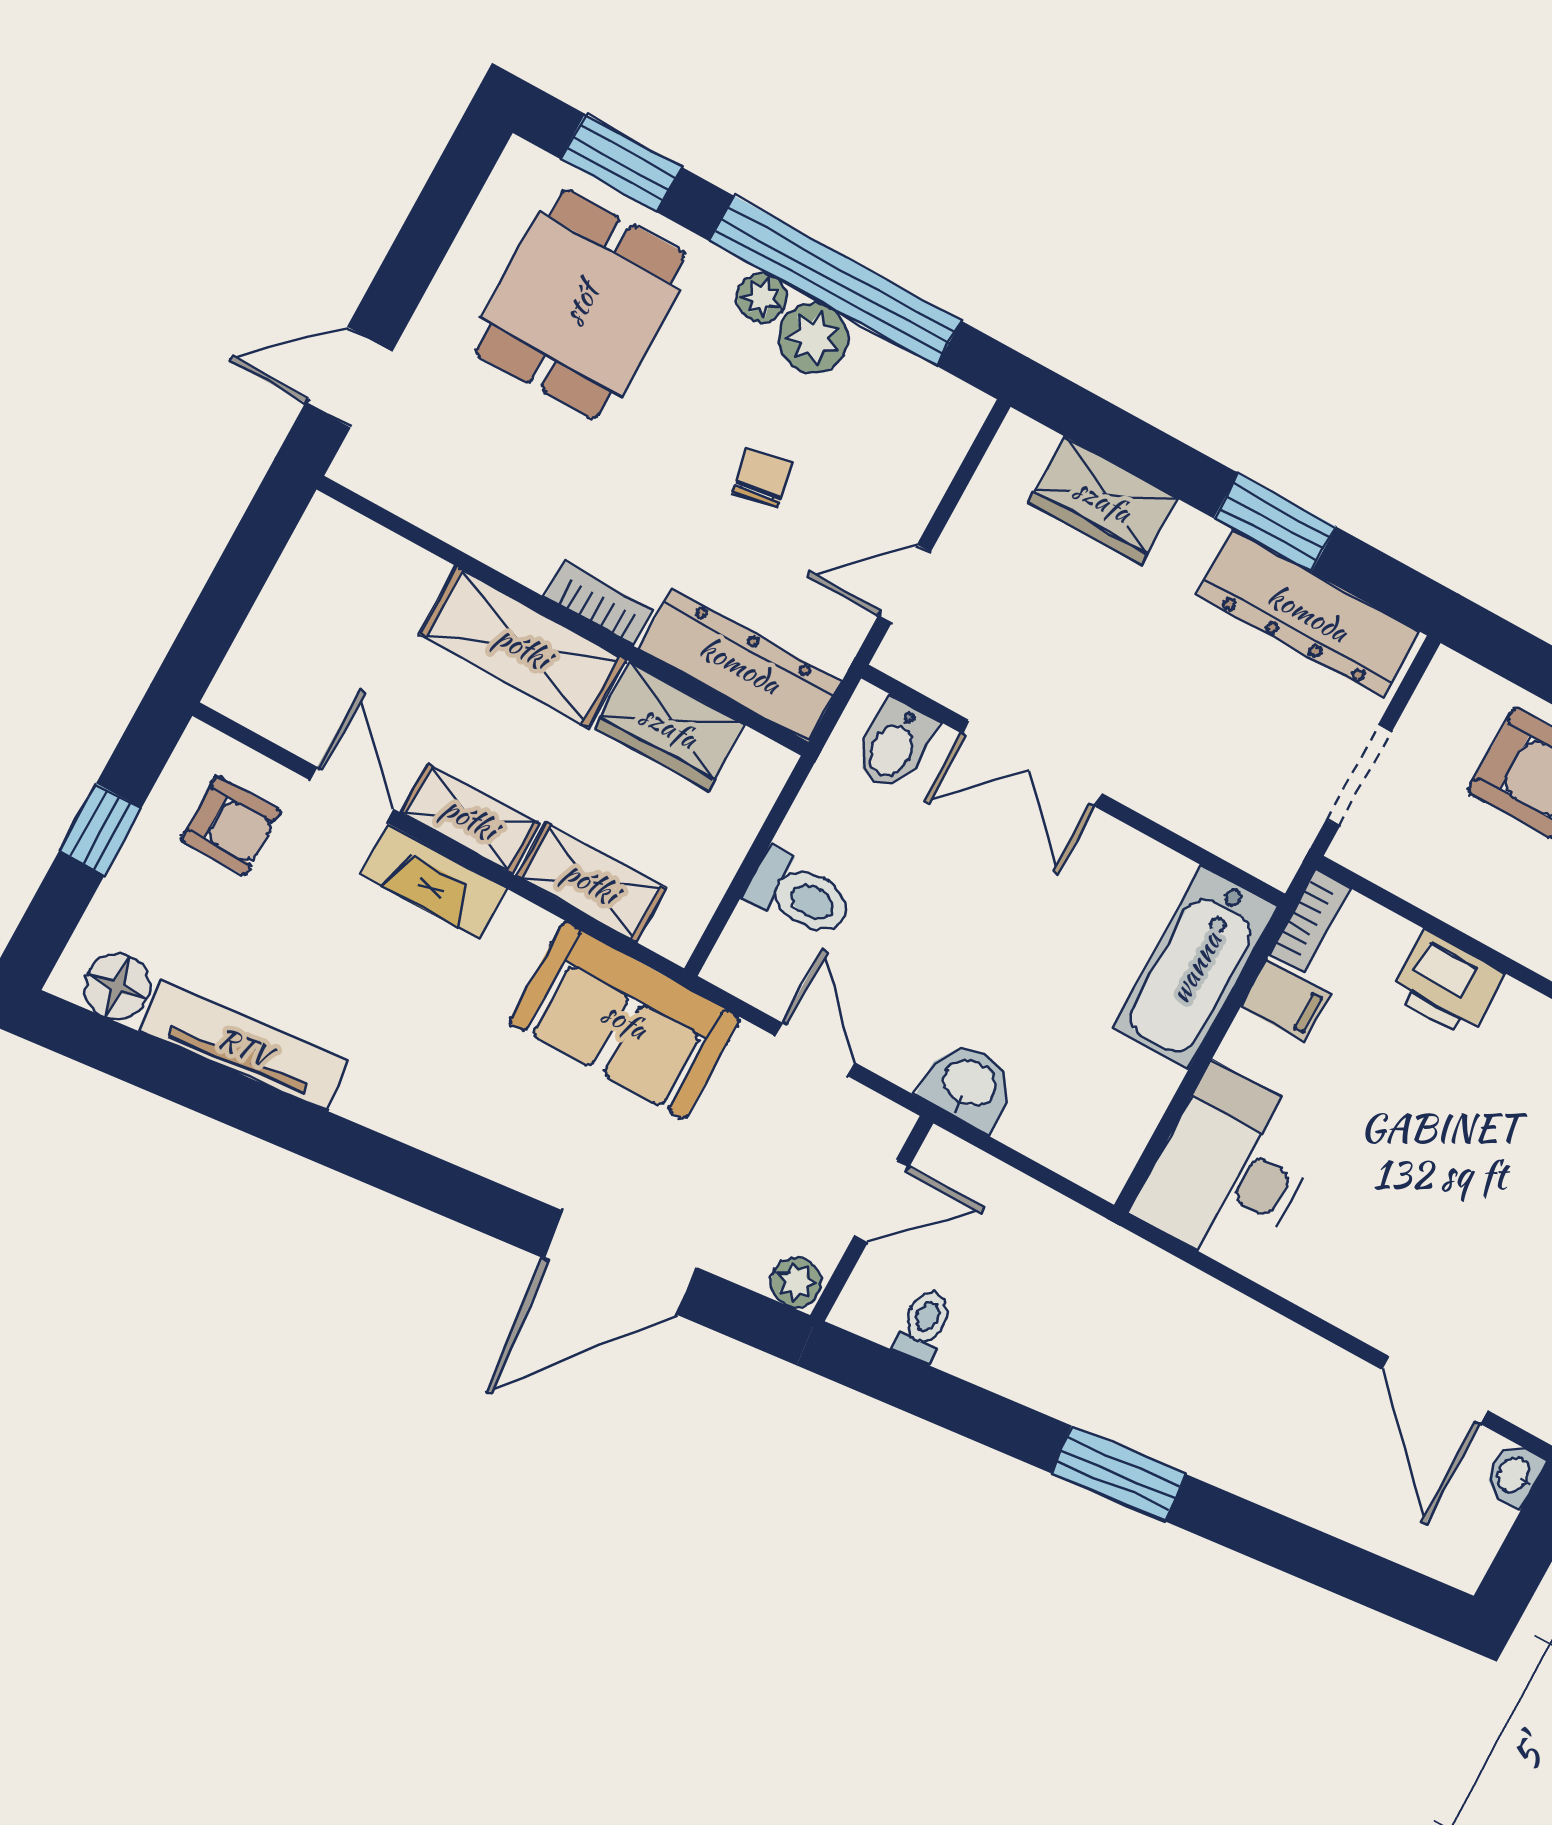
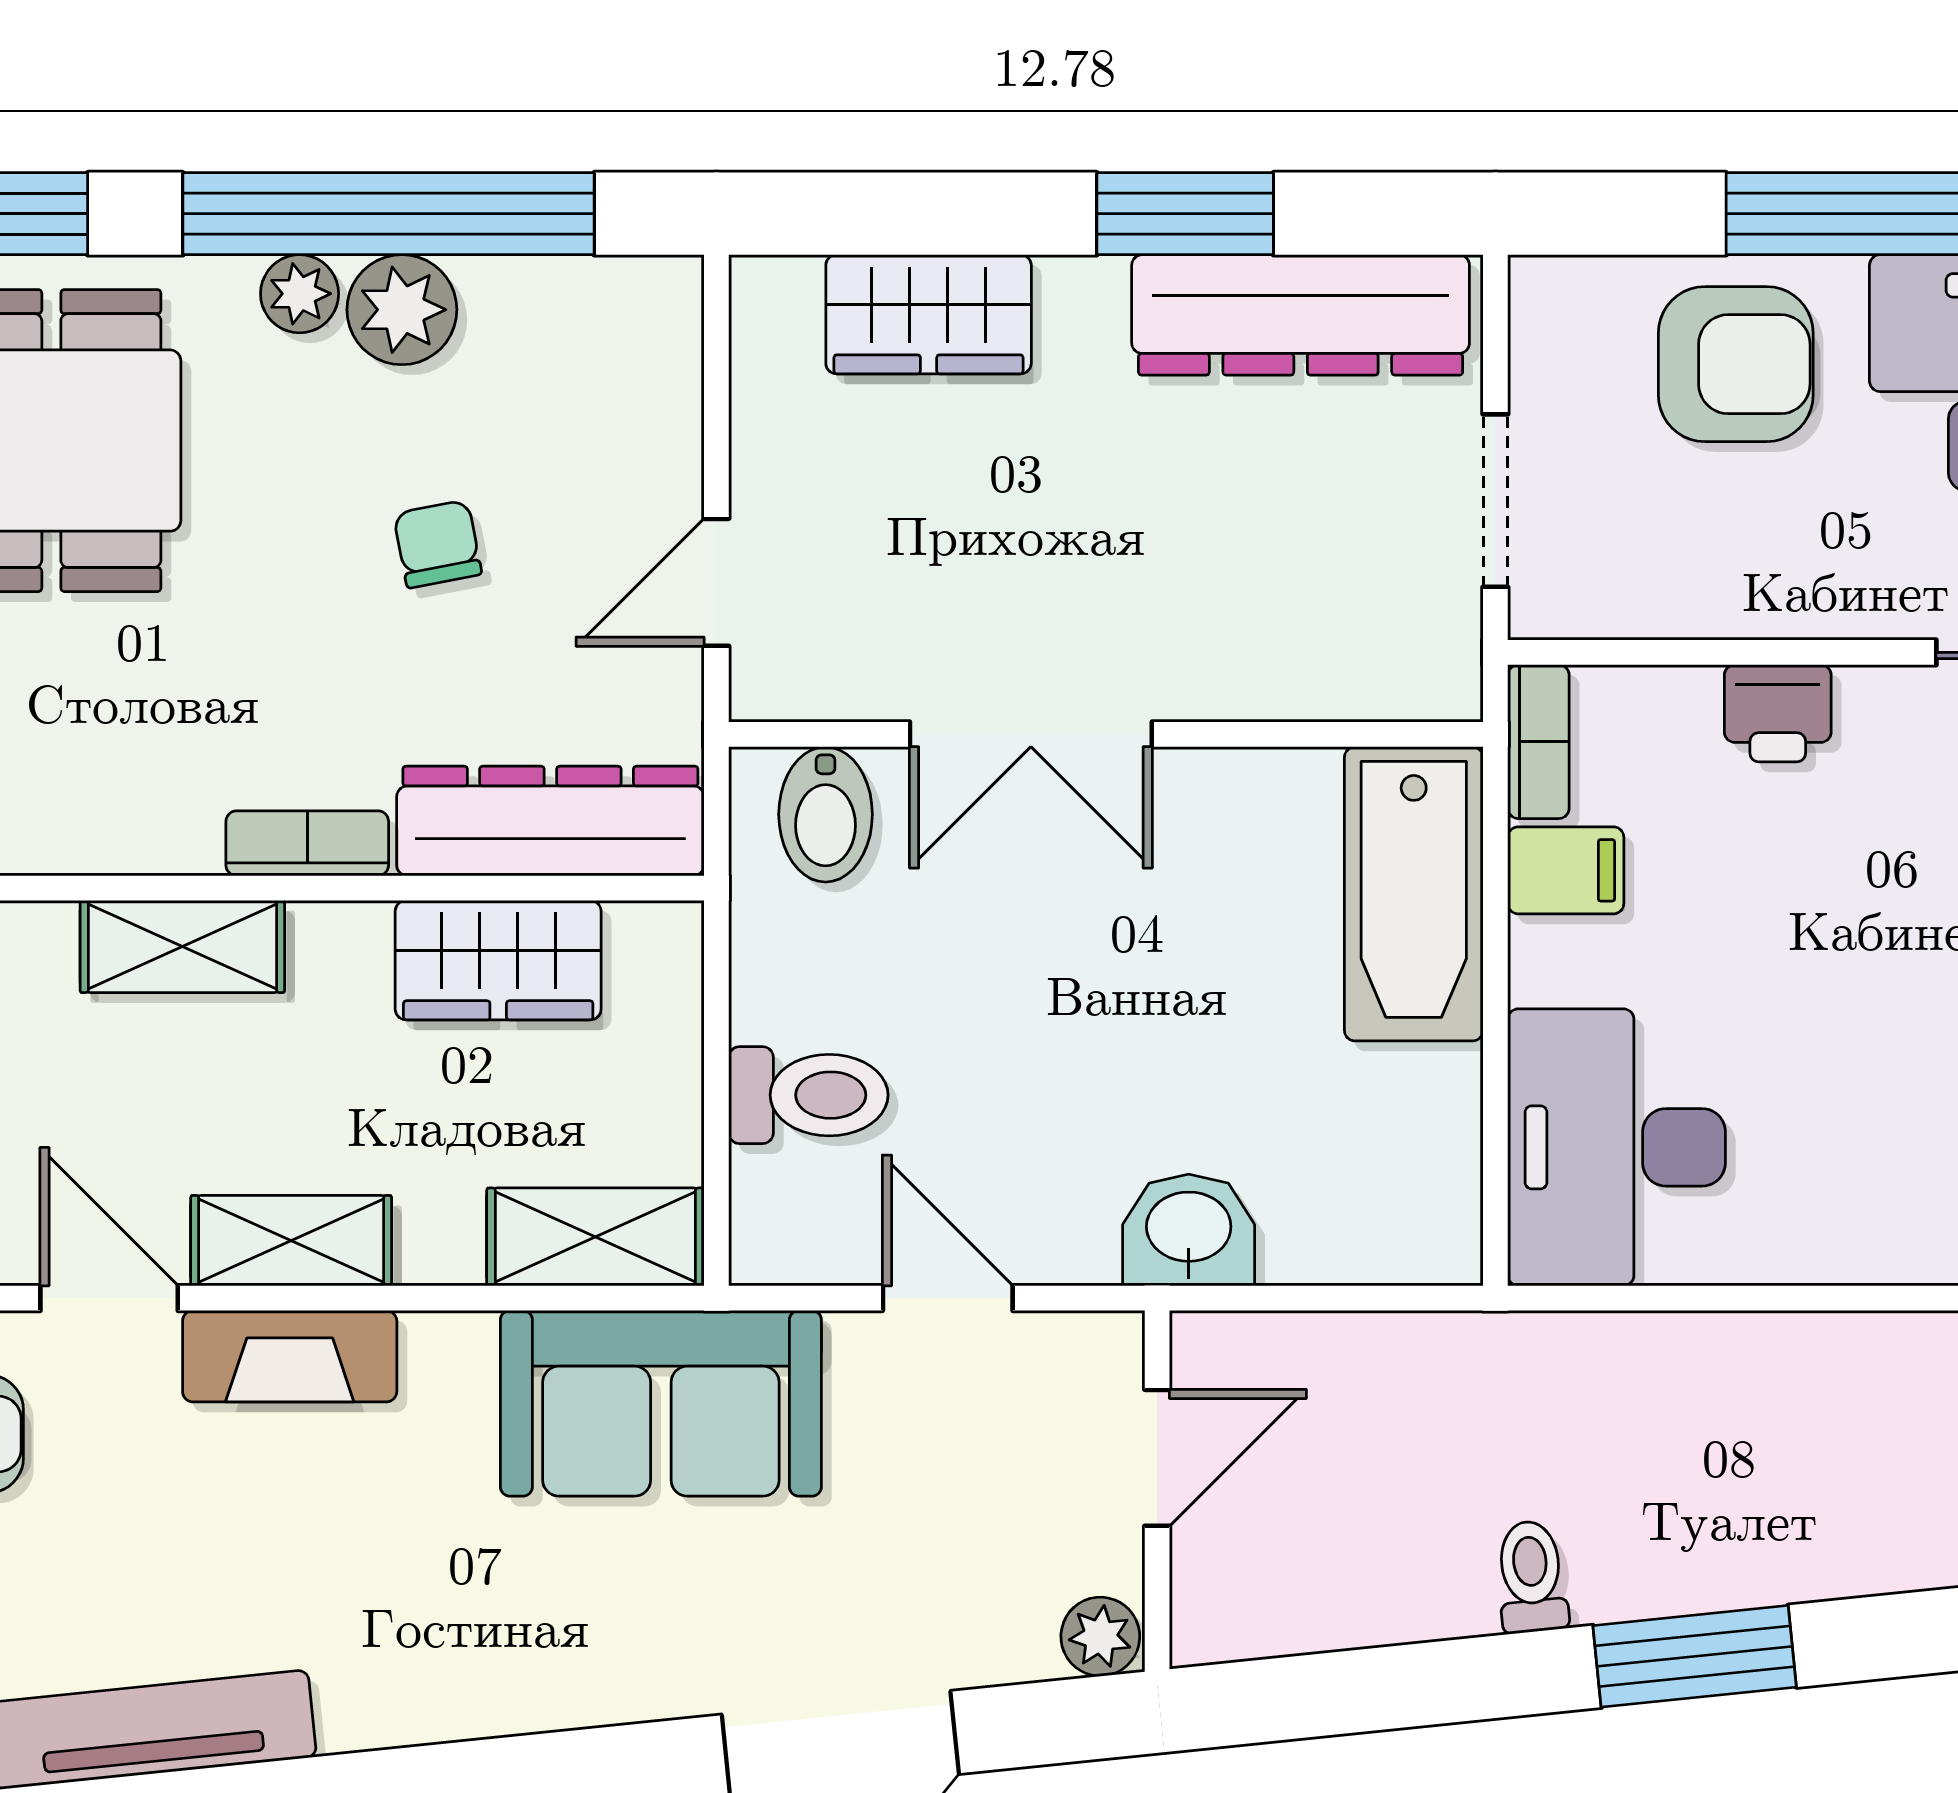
shelving: (523, 647) -> (182, 946), width x0.67, depth x0.75
shelving: (591, 882) -> (595, 1237), moved
printer: (1447, 985) -> (1778, 713), width x0.73, depth x0.81
toilet: (924, 1326) -> (1531, 1577), moved

